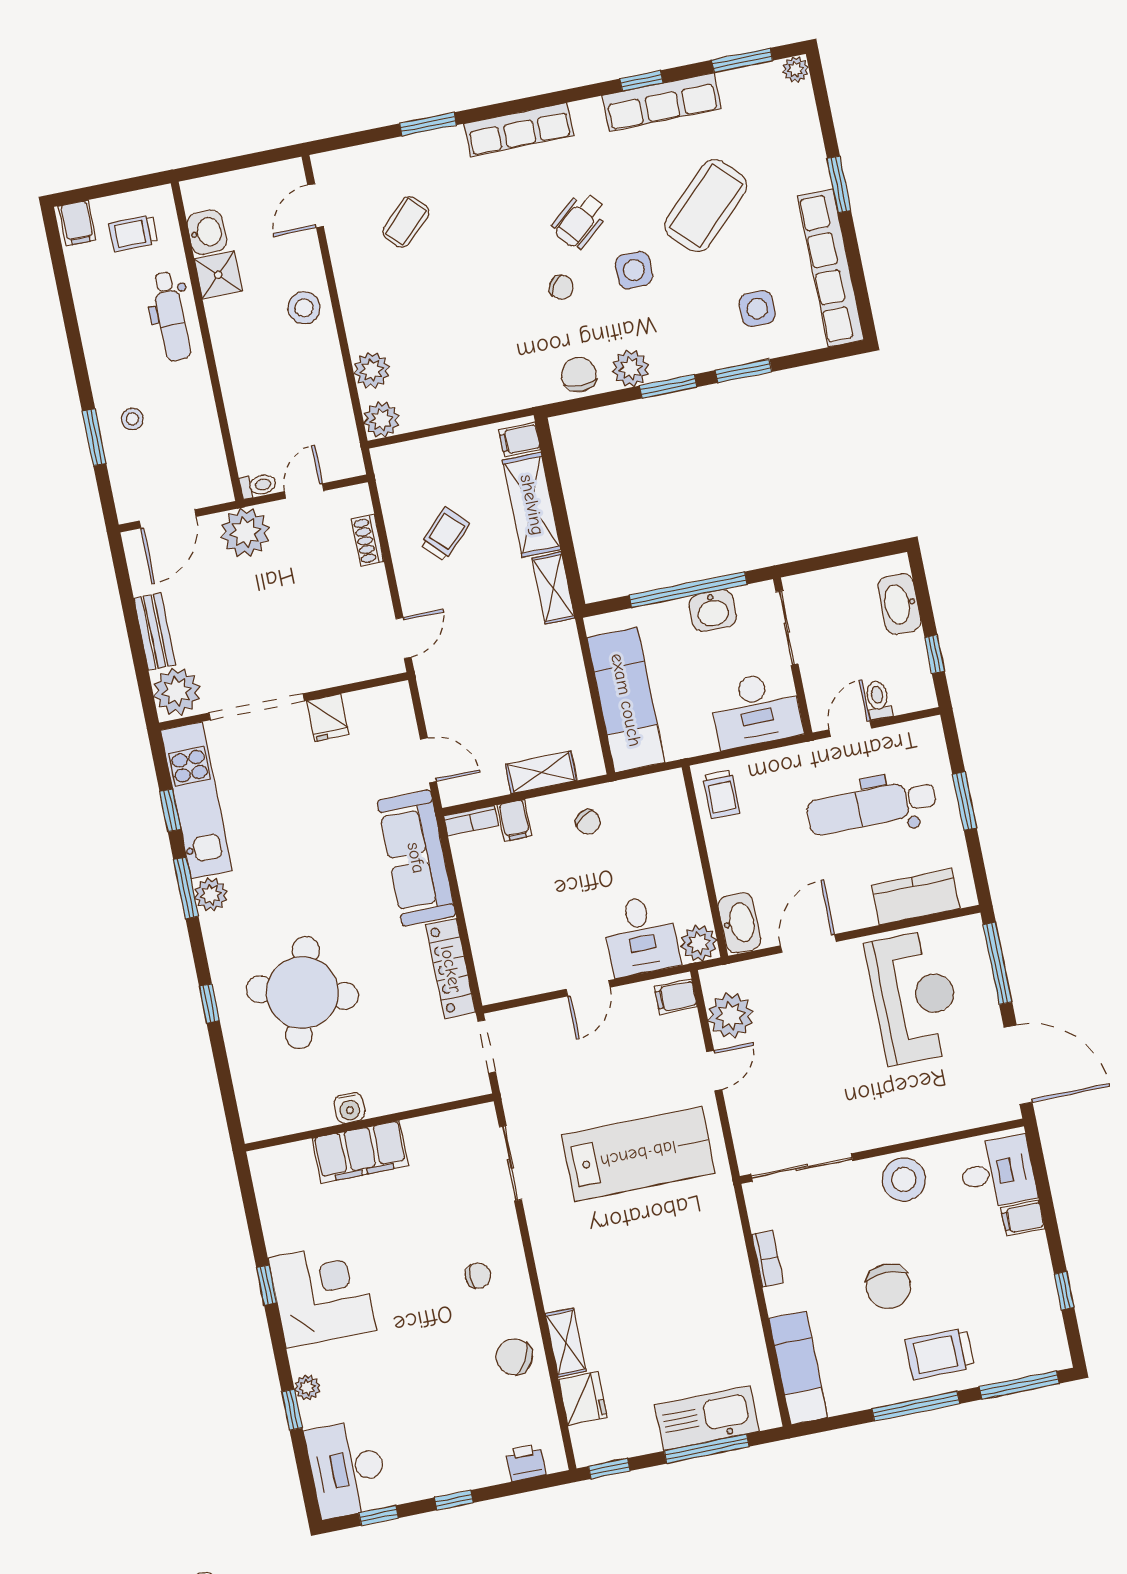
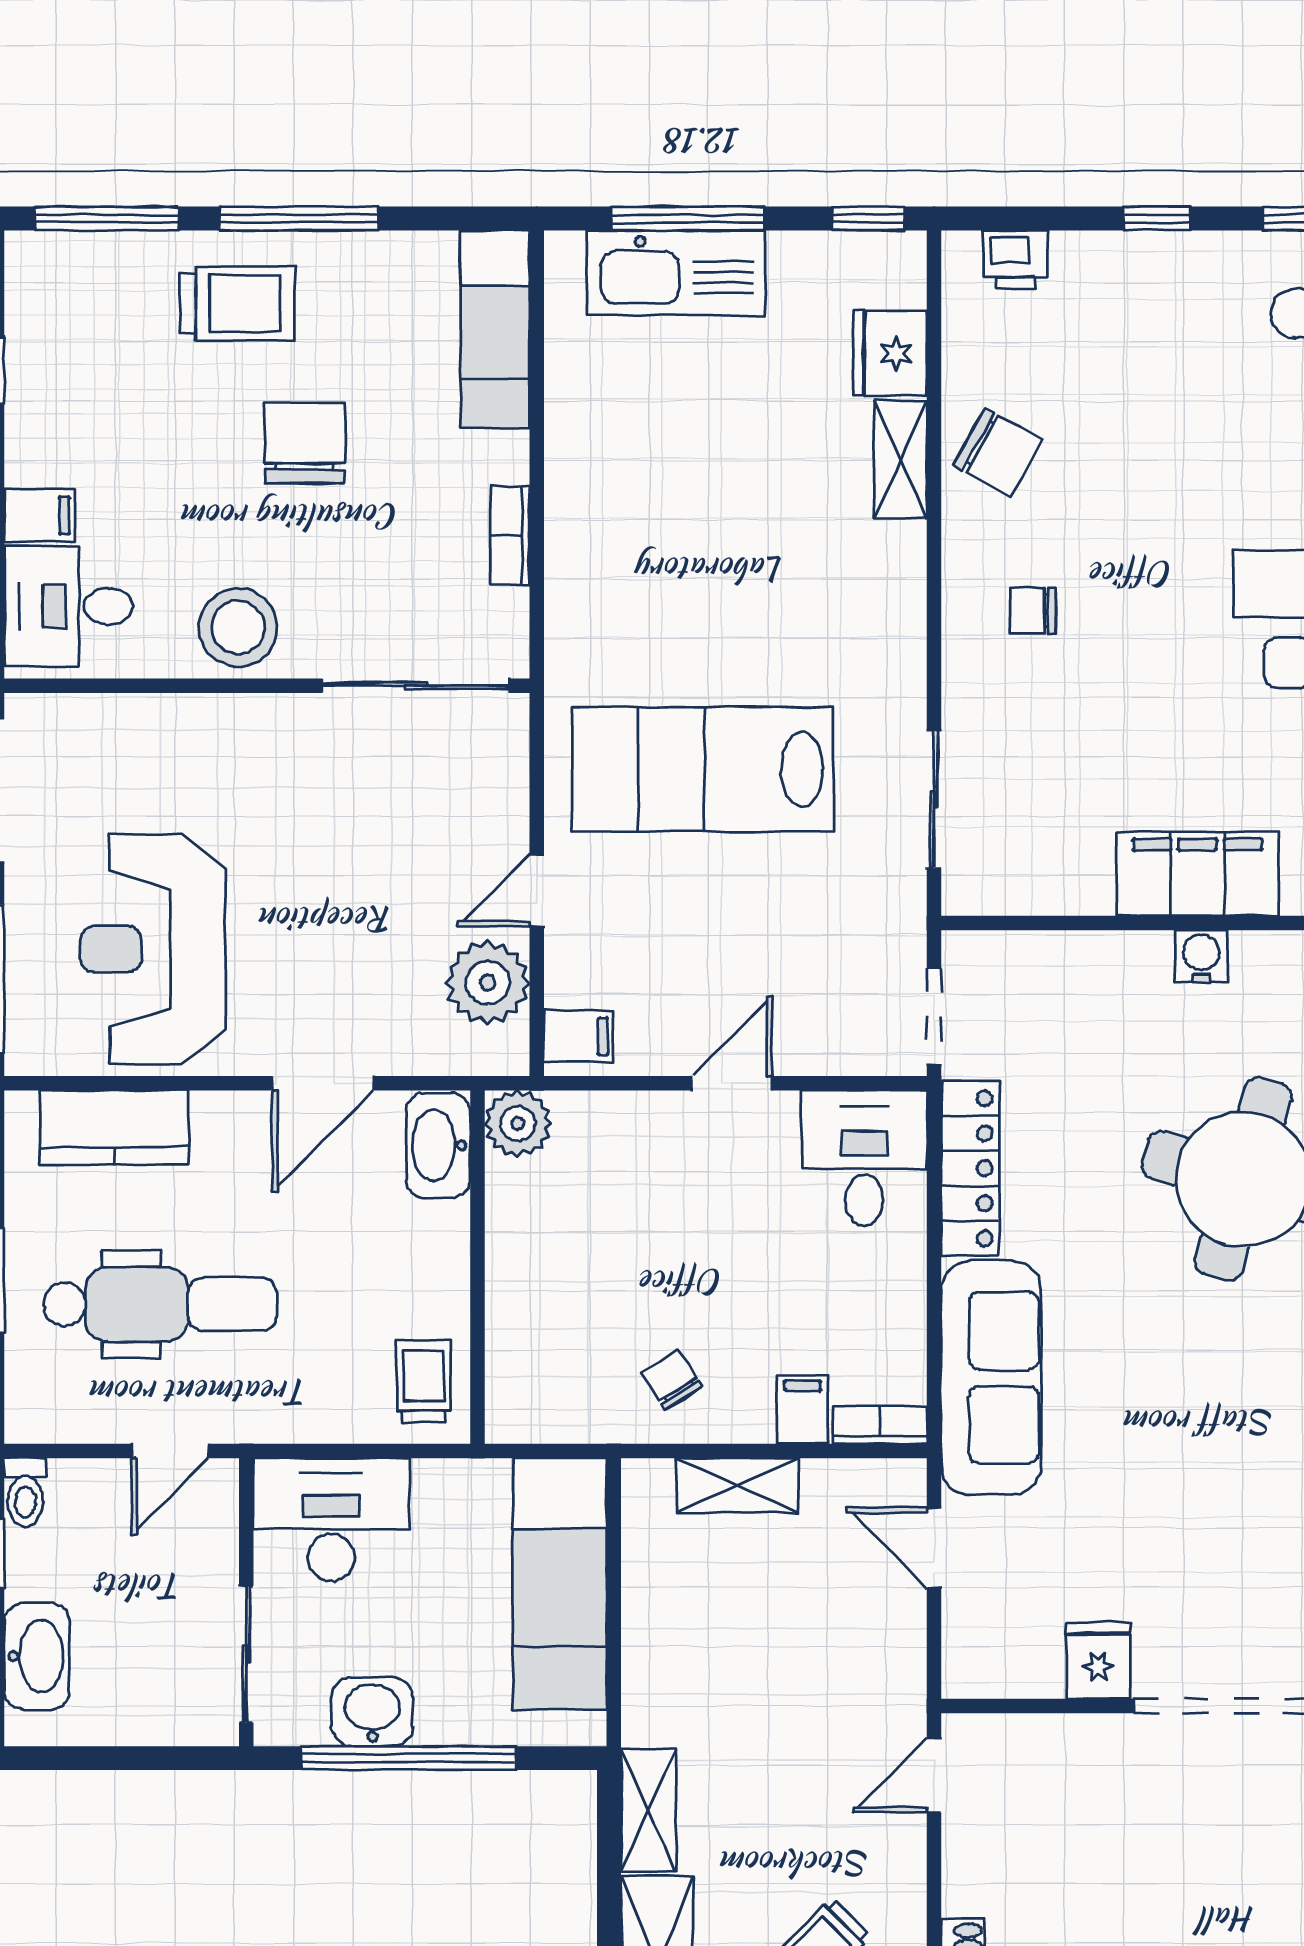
toilet: (878, 700) -> (25, 1492), moved
desk: (641, 936) -> (864, 1158), moved

